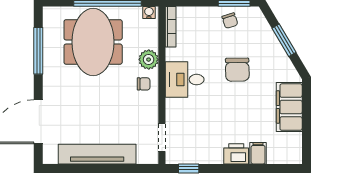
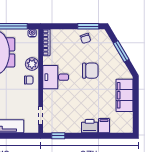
chair: (237, 70) -> (90, 71), turned -89

